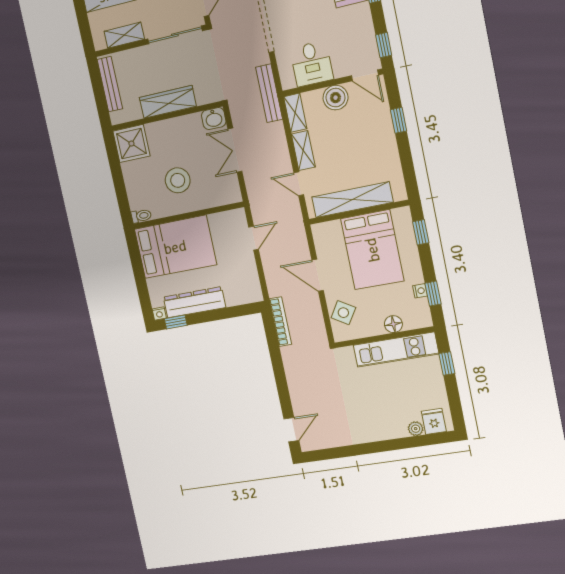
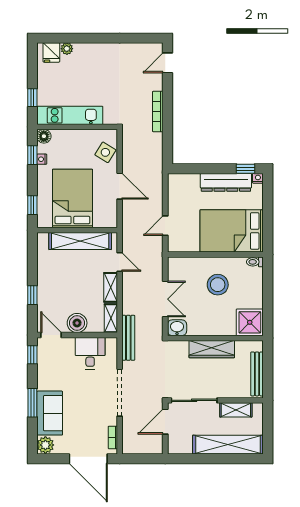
bookcase: (280, 322) -> (158, 111), moved
floor lamp: (393, 324) -> (44, 136), moved

